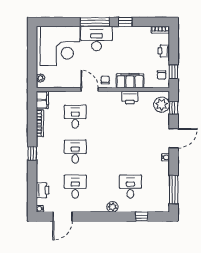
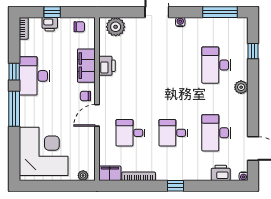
desk: (97, 39) -> (35, 76), moved
window: (174, 72) -> (52, 12), moved
window: (174, 108) -> (120, 12), removed
desk: (75, 187) -> (216, 133), width x1.37
desk: (130, 187) -> (216, 65), width x1.37

